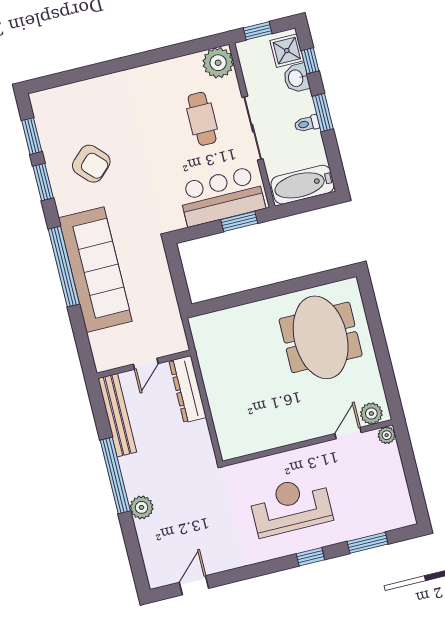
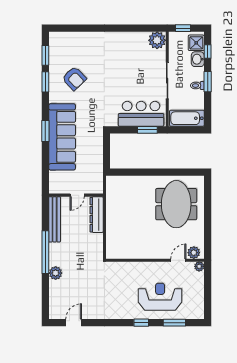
cafe table: (202, 119) -> (141, 69), removed
window: (64, 267) -> (45, 131), width x0.47
reception desk: (291, 506) -> (160, 297), moved

